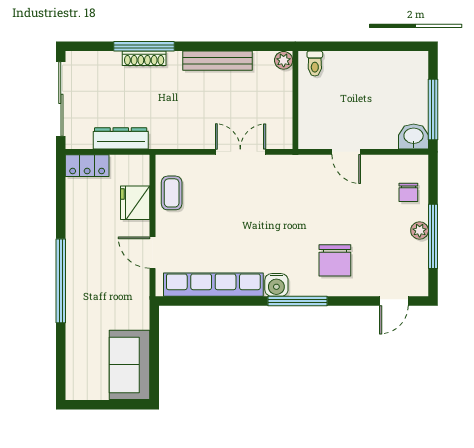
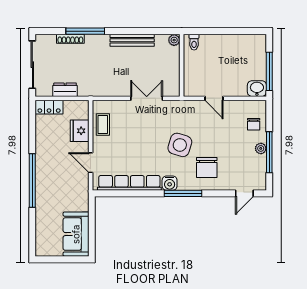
shoe rack: (144, 58) -> (70, 39), moved
dresser: (121, 138) -> (65, 90), width x0.70
side table: (292, 225) -> (180, 145), added

